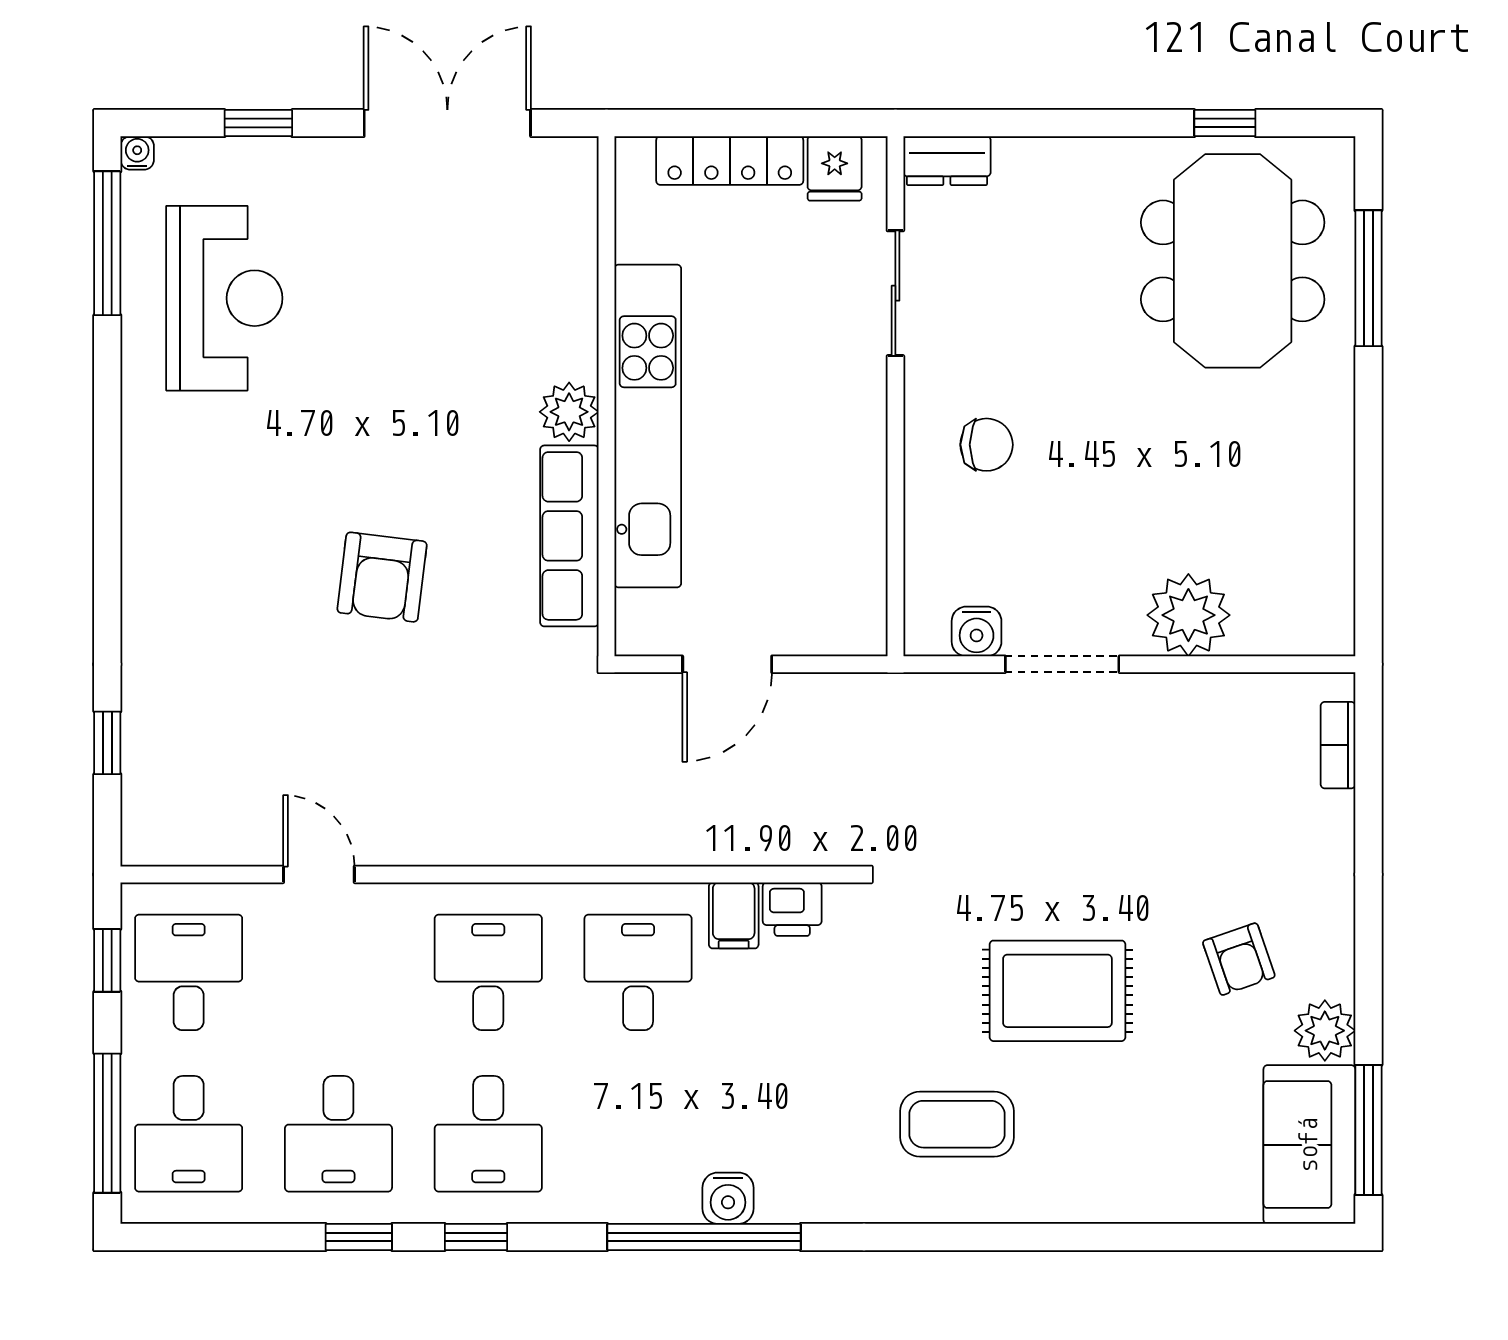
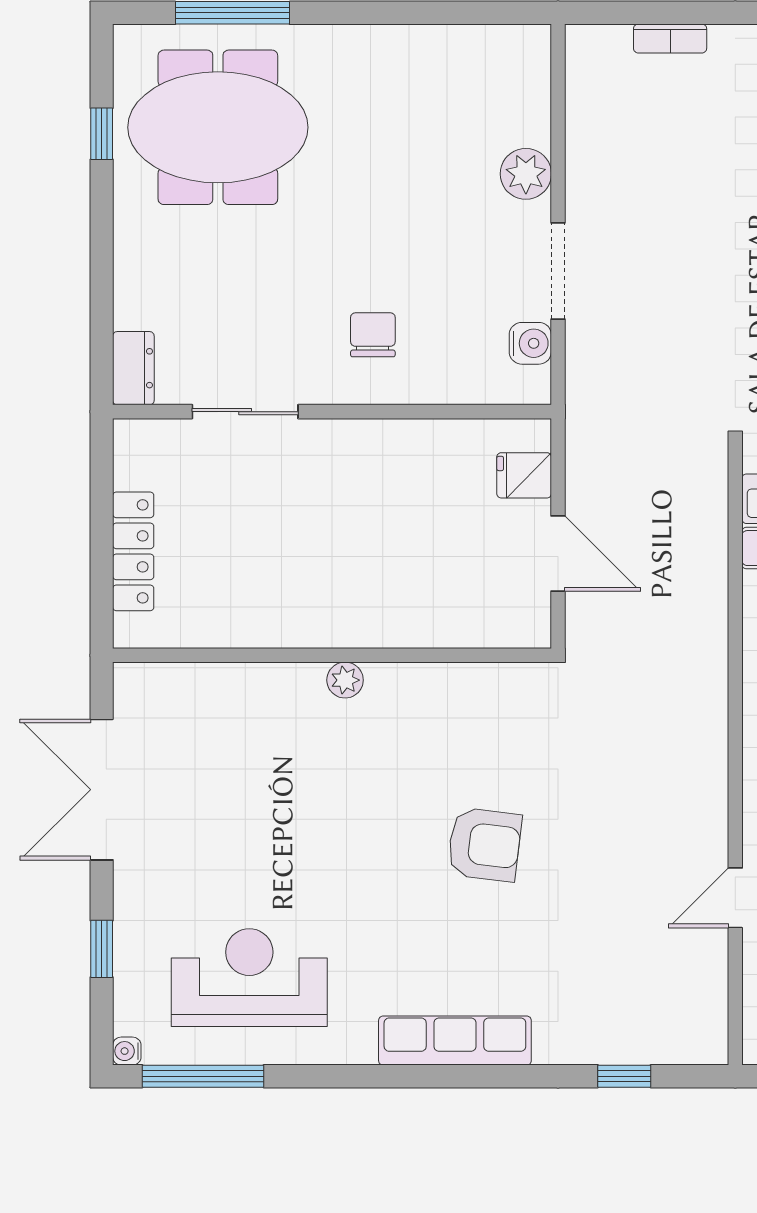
fridge: (835, 168) -> (524, 475), moved, turned 180
plant: (569, 412) -> (345, 680), width x0.73, depth x0.73
kitchen unit: (648, 426) -> (357, 621), removed
row of seats: (569, 536) -> (455, 1041), moved, turned 180
plant: (1188, 615) -> (526, 174), width x0.73, depth x0.73
bookcase: (1338, 745) -> (670, 38), moved

